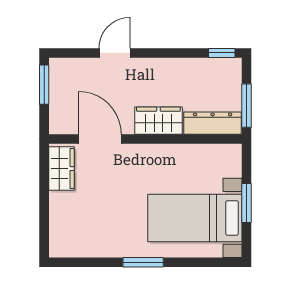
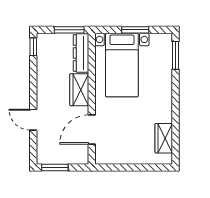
wardrobe: (61, 169) -> (164, 138), moved, turned -90
bed with nightstands: (195, 218) -> (122, 65), moved
window: (143, 262) -> (176, 55), moved

